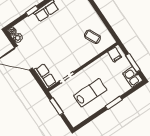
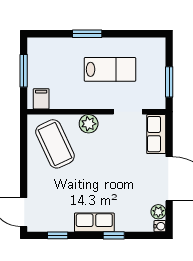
coffee table: (92, 37) -> (55, 144), width x1.86, depth x1.72
plant: (82, 58) -> (89, 124), added
kitchen sink: (133, 77) -> (37, 52), removed
lab bench: (90, 93) -> (110, 69), turned 180

